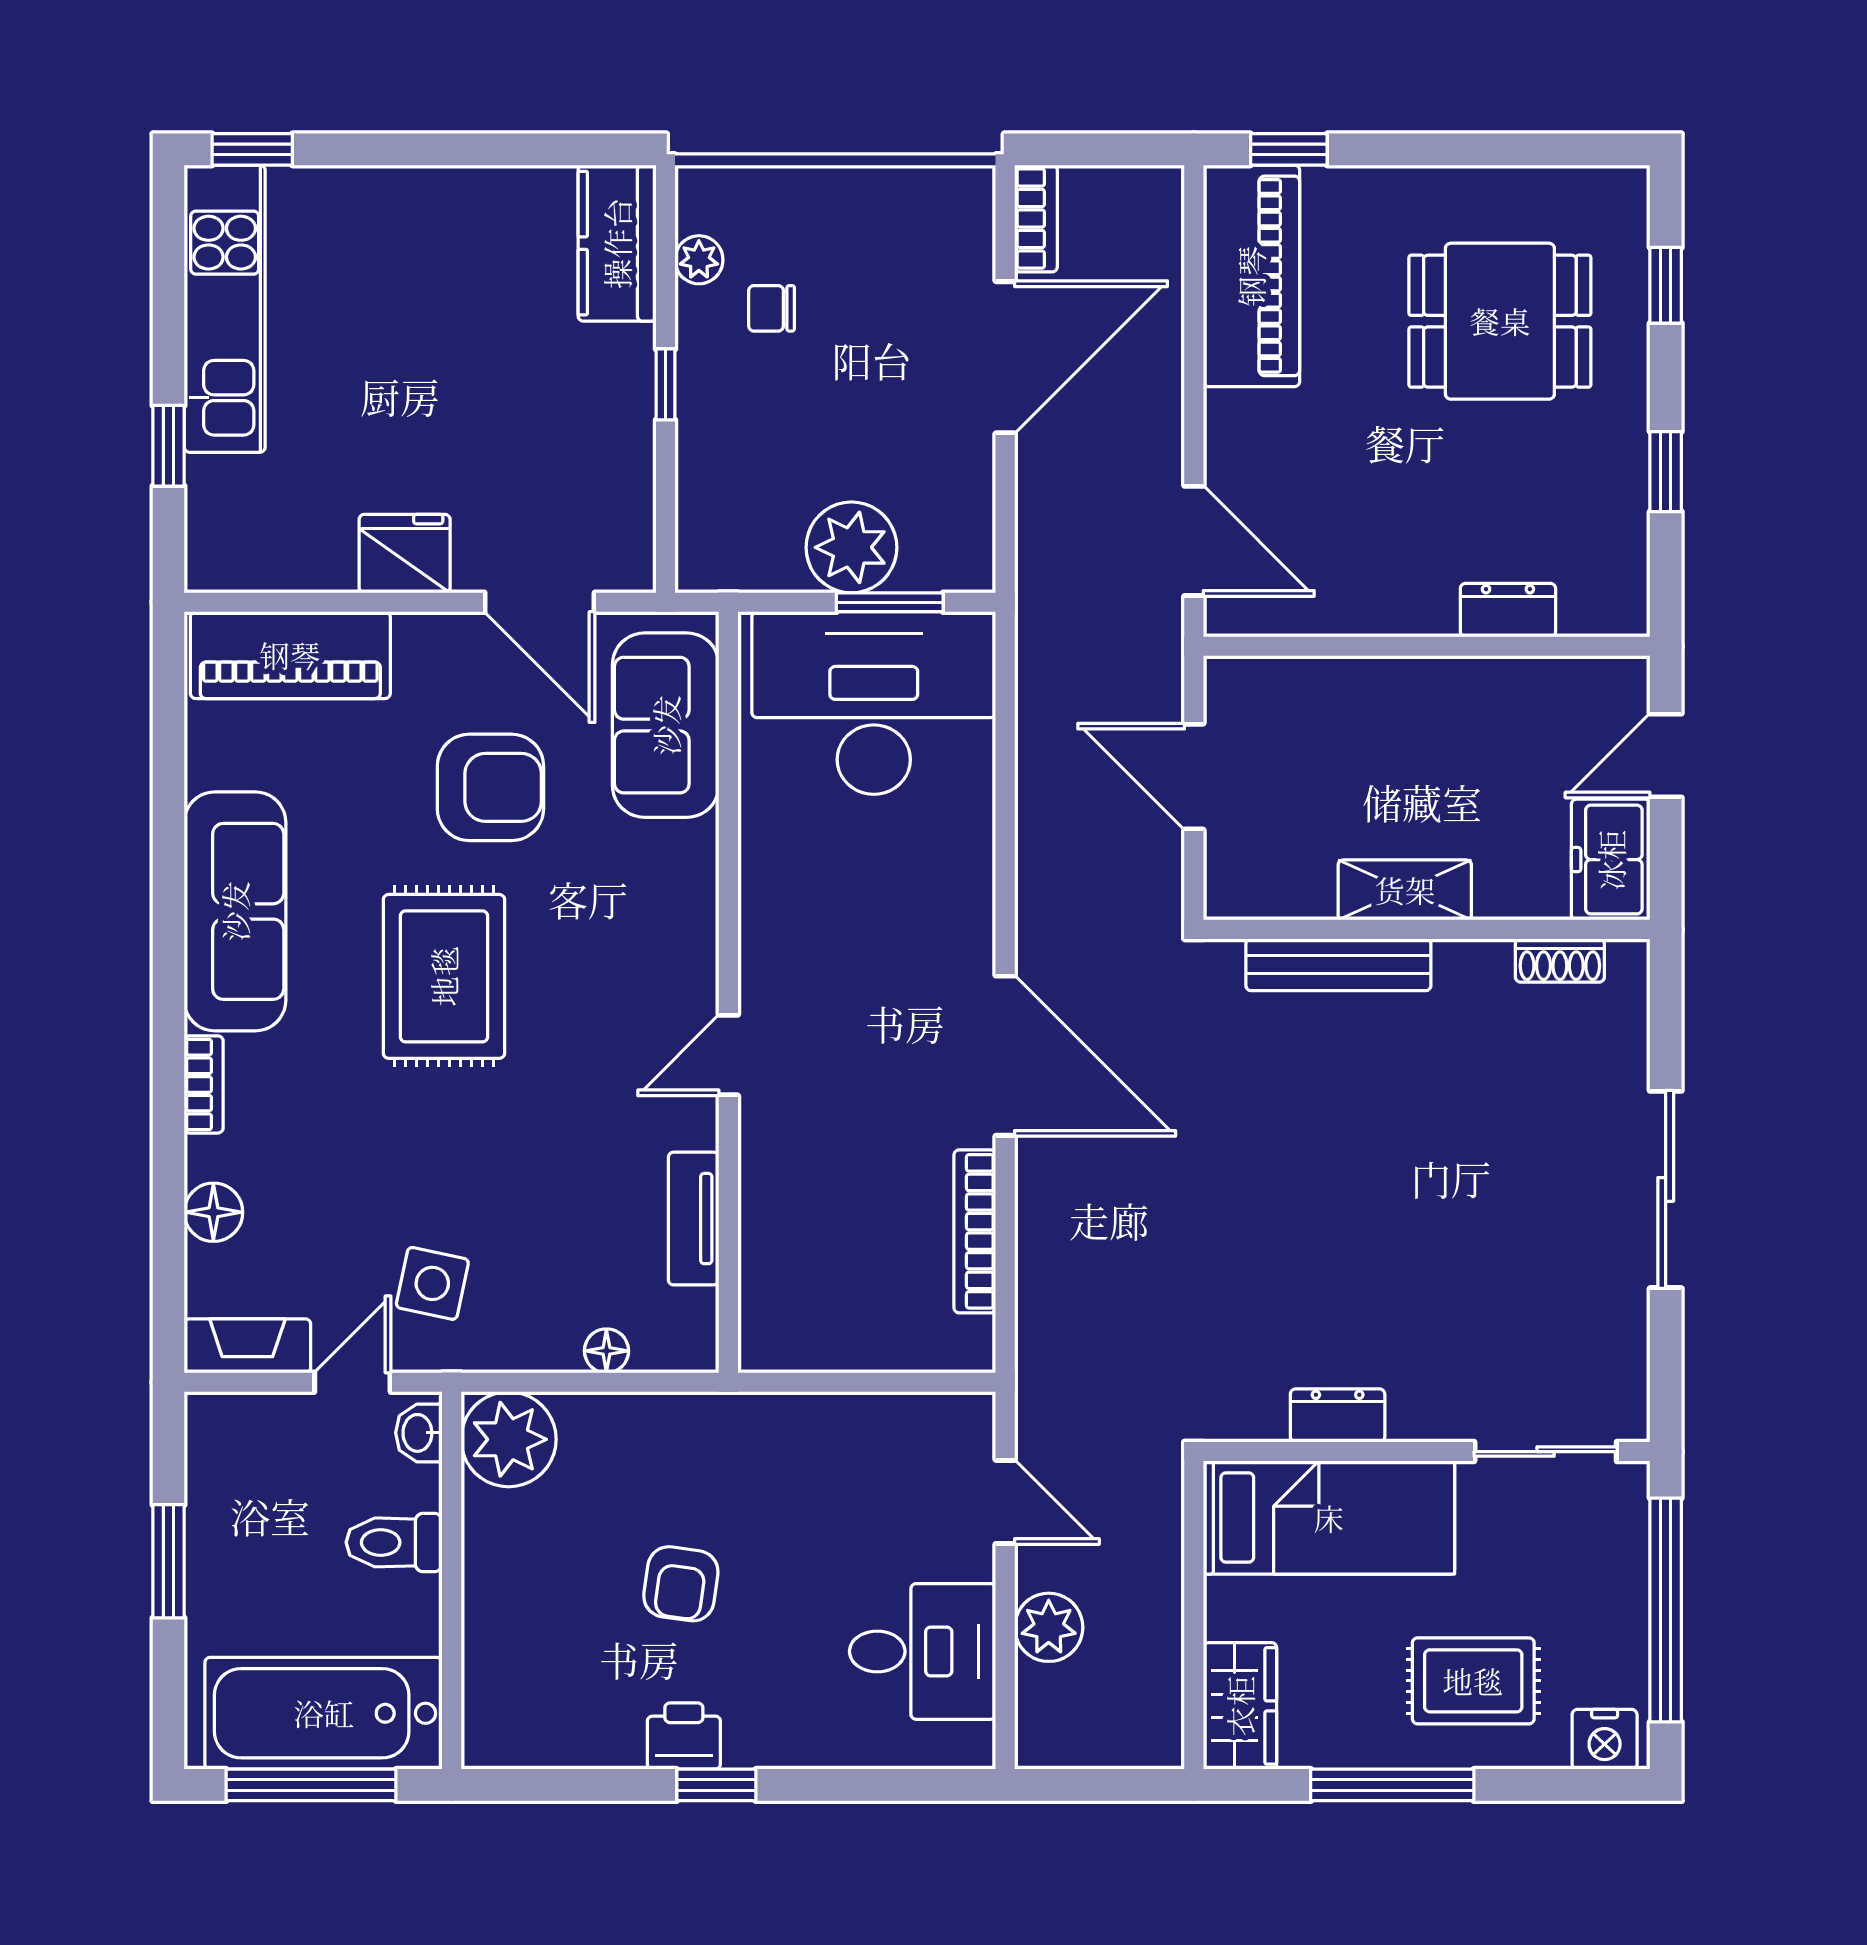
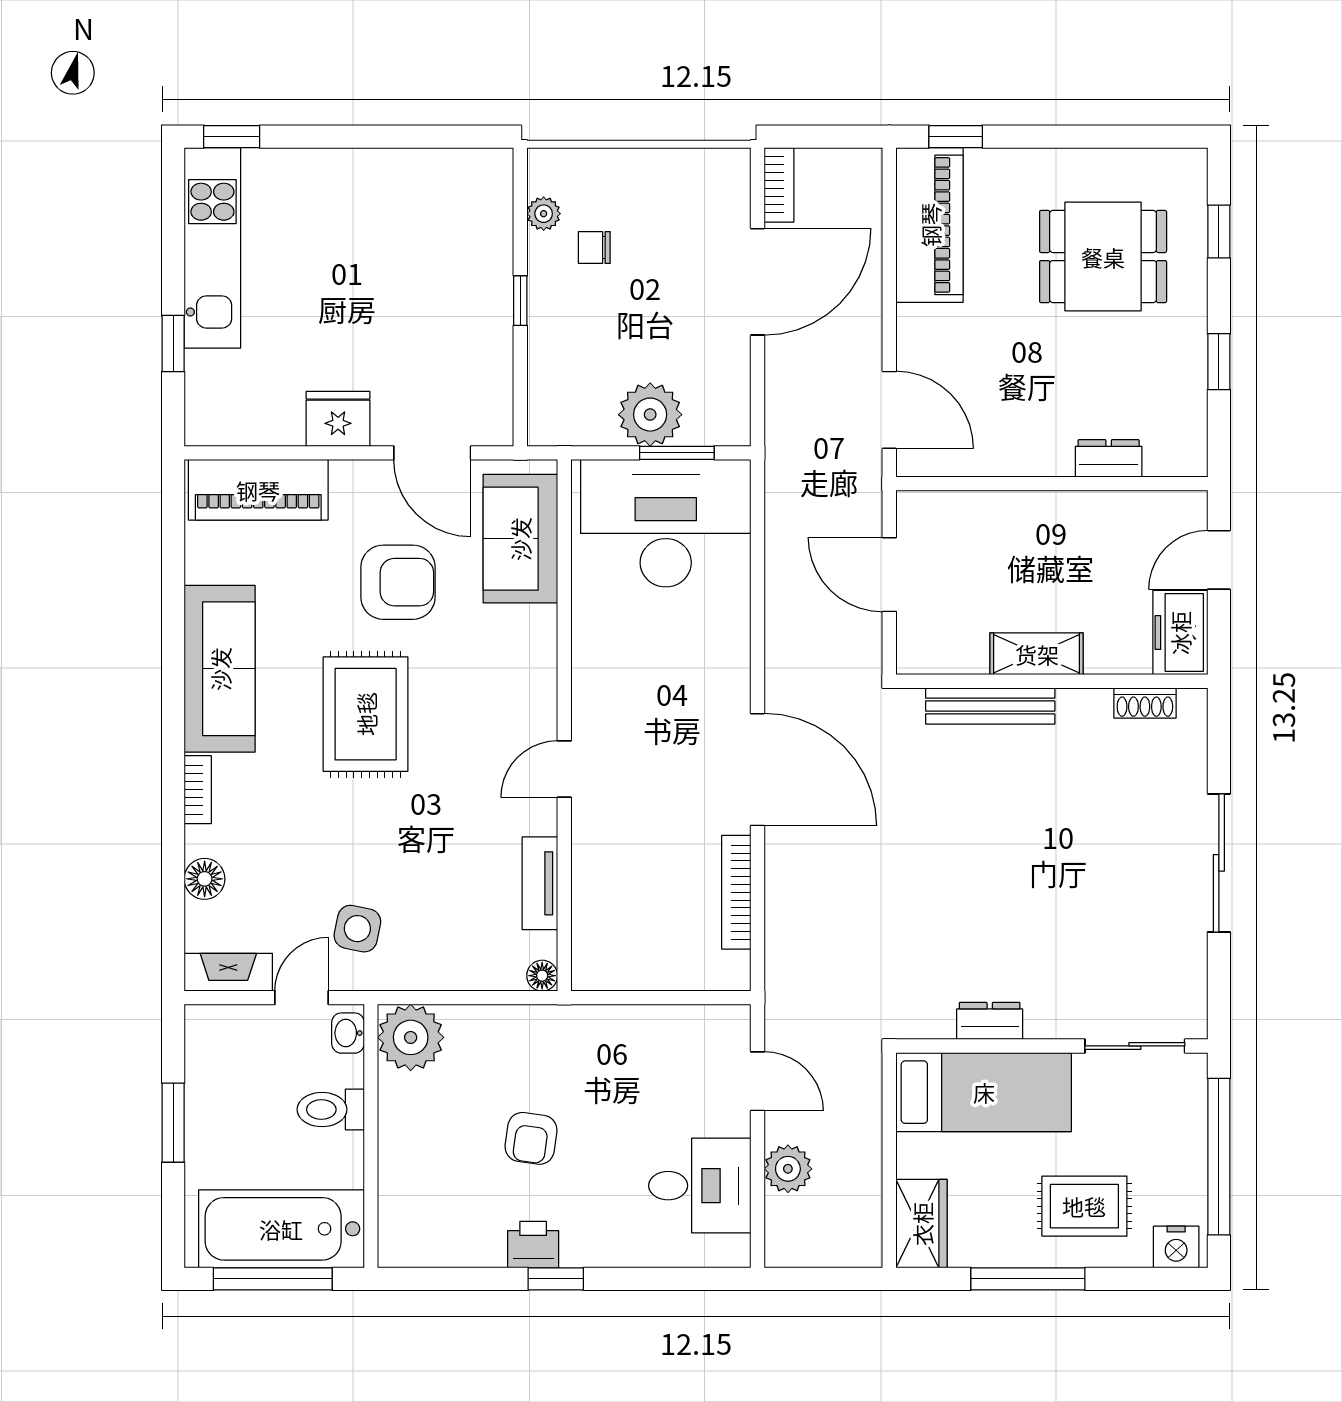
kitchen counter: (617, 243) -> (486, 202), removed
floor lamp: (606, 1351) -> (542, 976), moved

